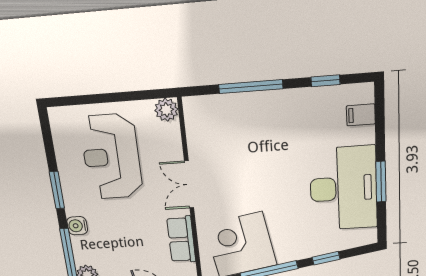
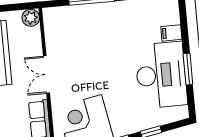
filing cabinet: (361, 115) -> (171, 33), moved

